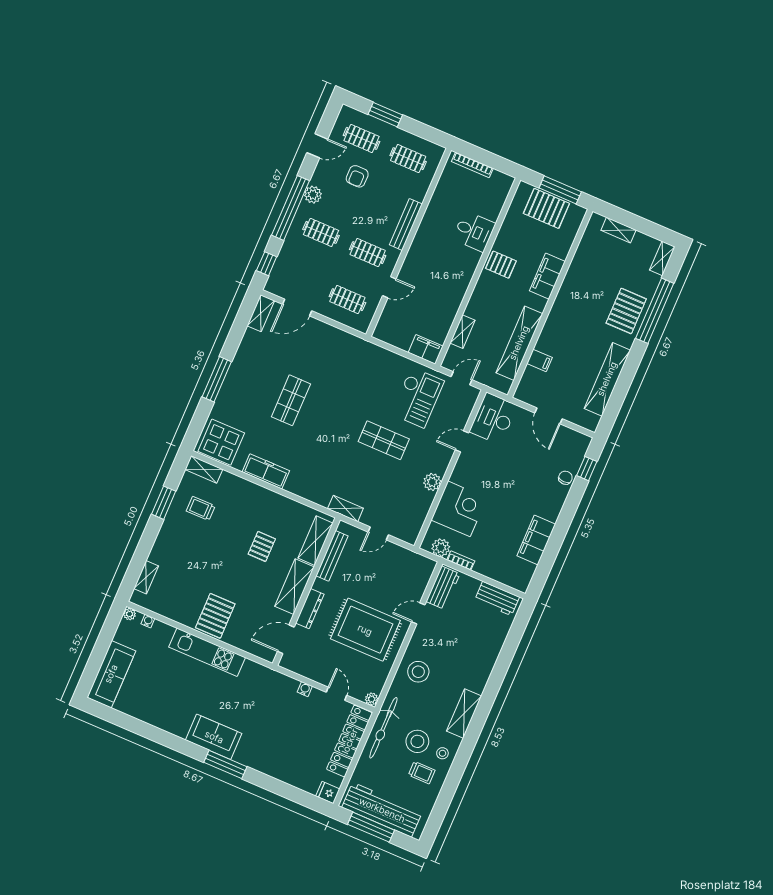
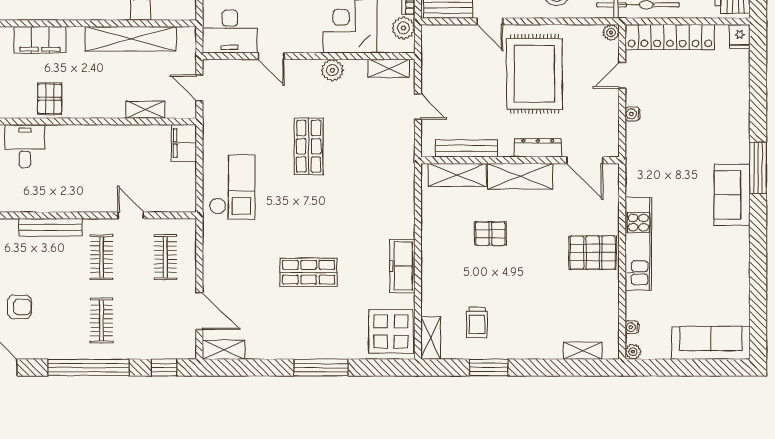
plant: (313, 195) -> (62, 348), removed
checkout: (418, 398) -> (232, 187), moved, turned 90
shelving: (345, 508) -> (389, 68), moved, turned 90

